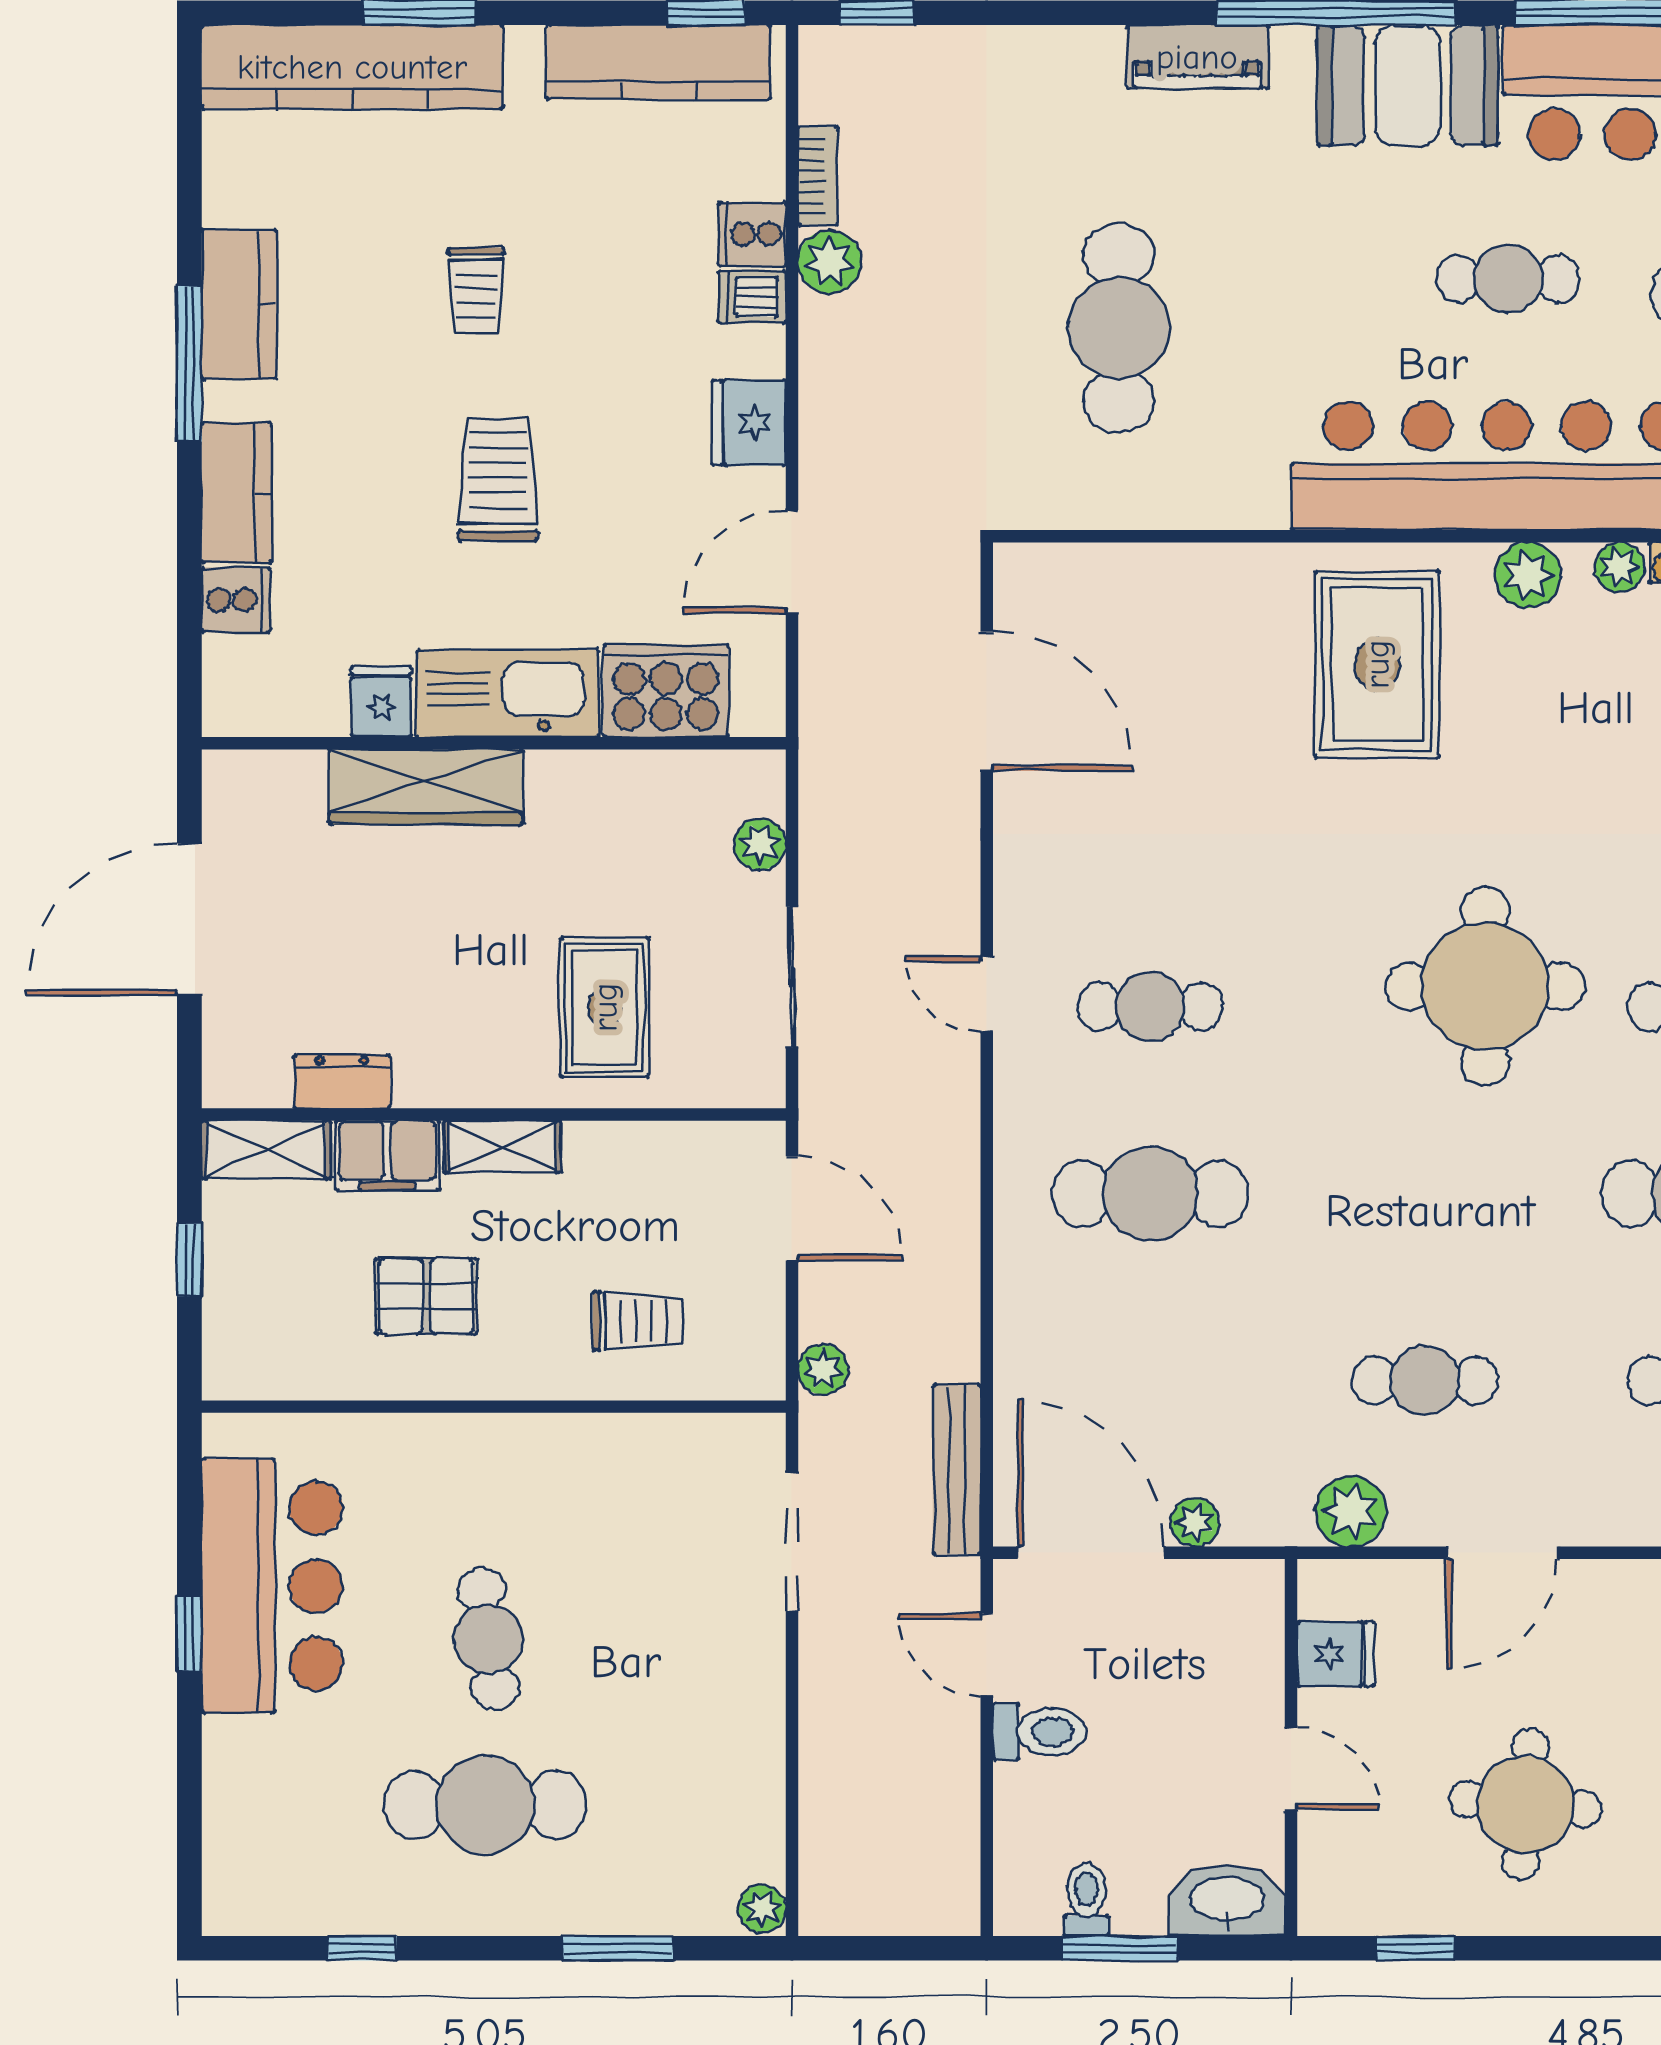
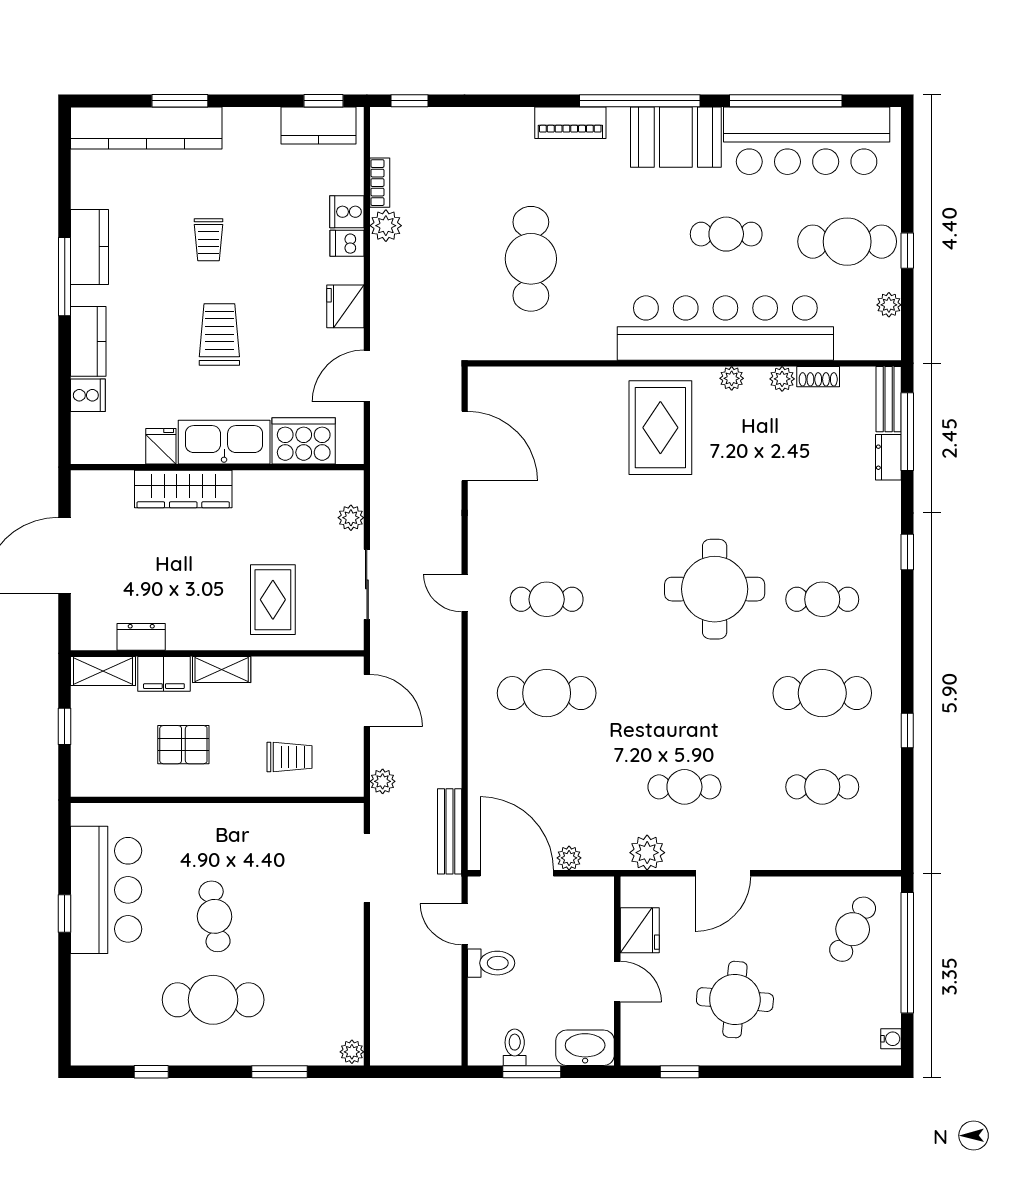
kitchen counter: (658, 62) -> (319, 126), width x0.67
plant: (1528, 575) -> (732, 378), width x0.73, depth x0.73
fridge: (1336, 1654) -> (640, 930), width x1.38

